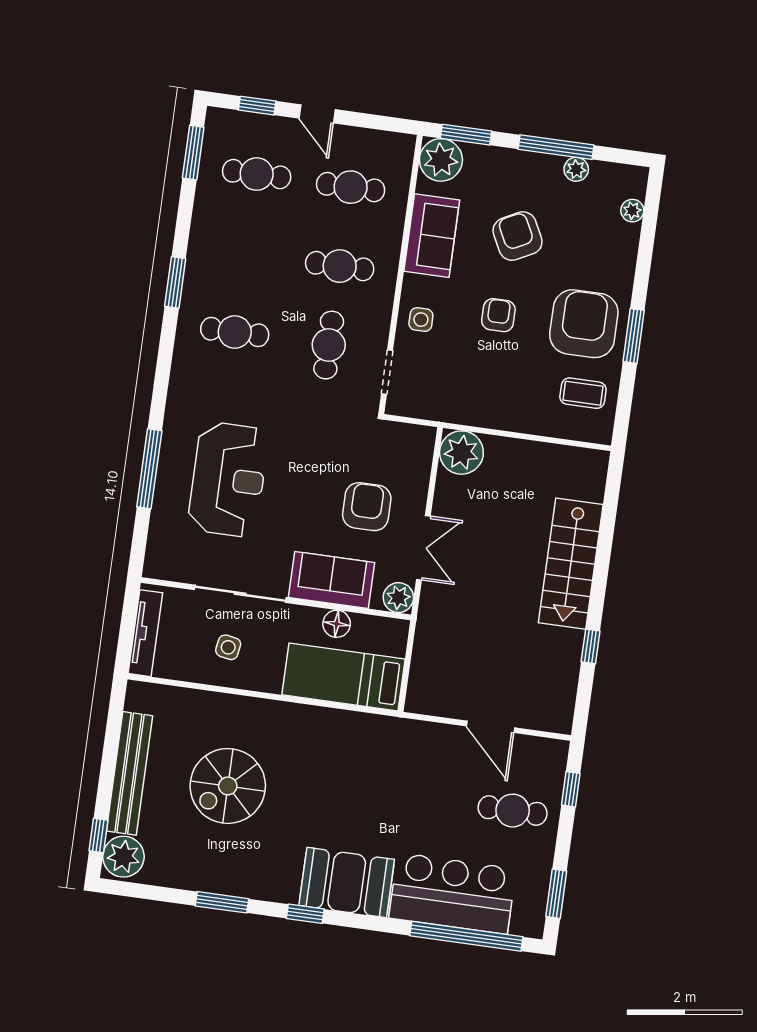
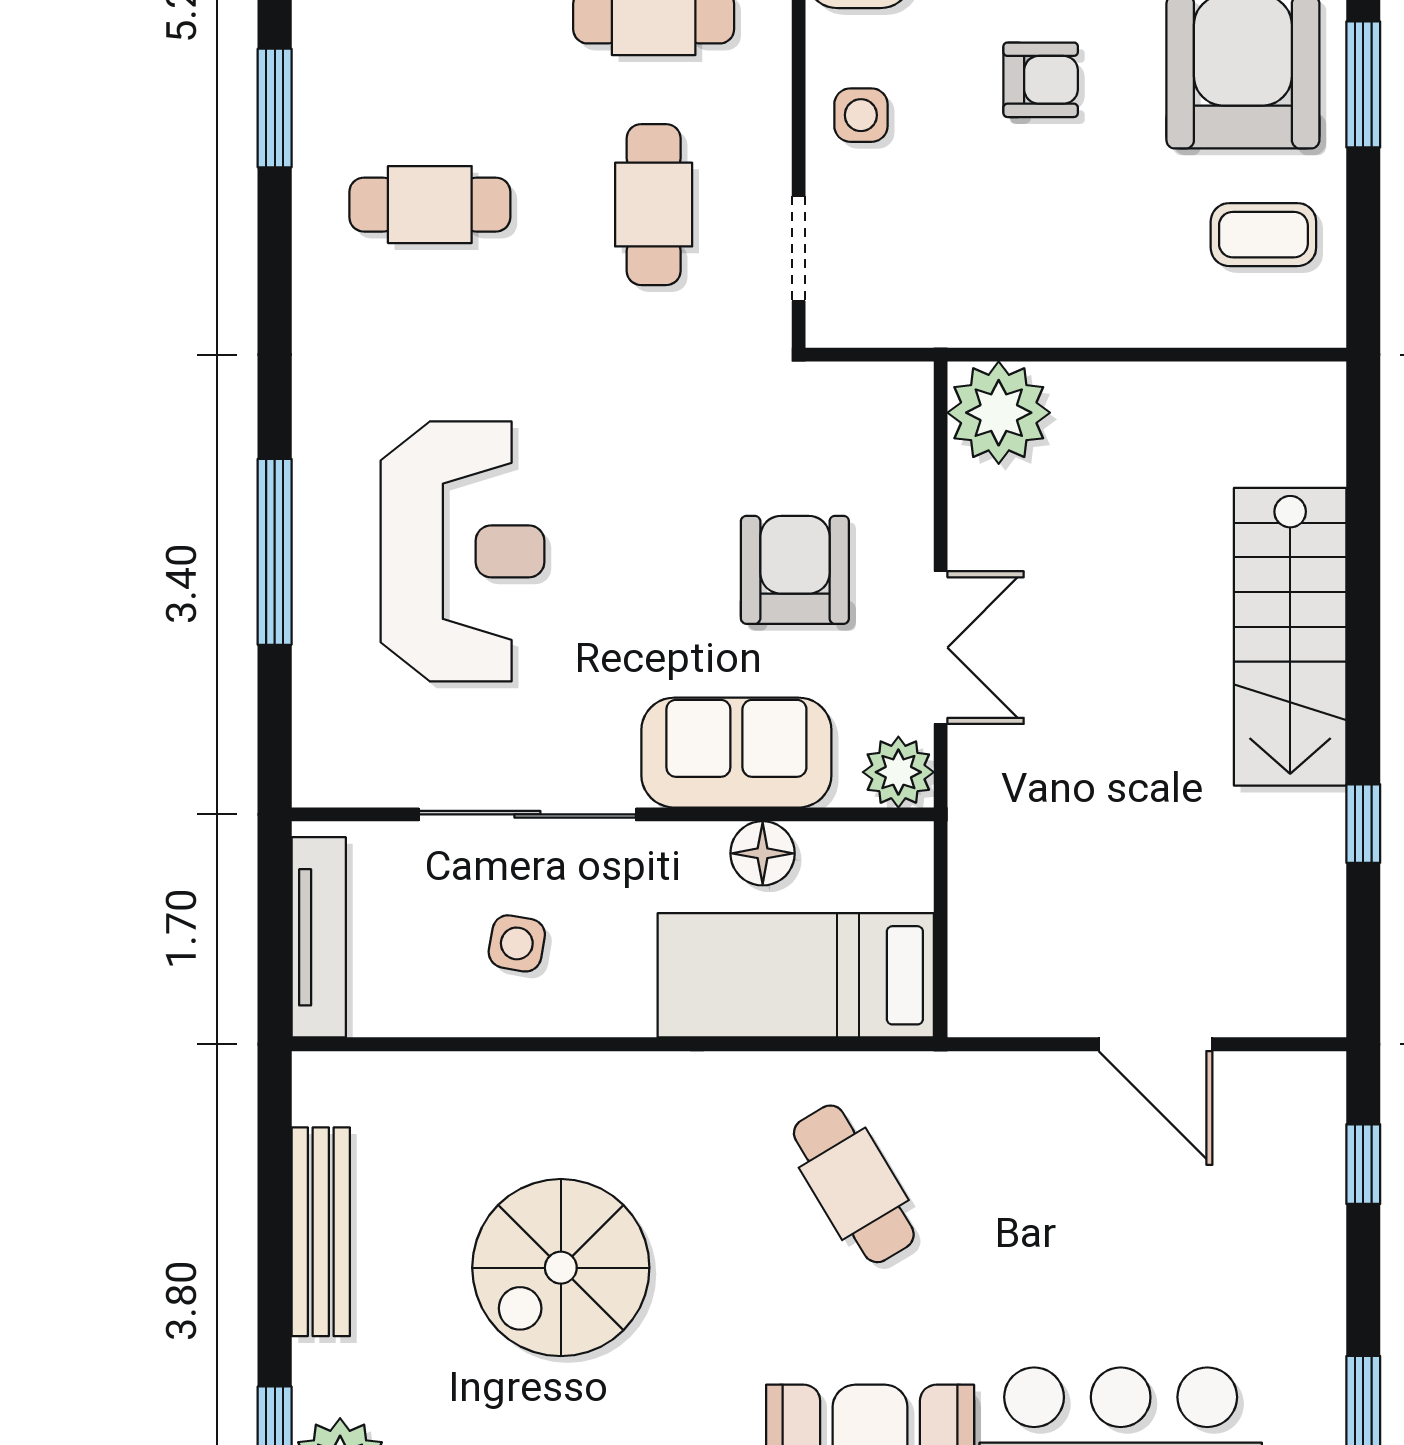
armchair: (498, 315) -> (1041, 80), turned 90
bench: (129, 773) -> (321, 1232), width x0.73, depth x0.82
cafe table: (513, 811) -> (854, 1184), moved, turned 59

